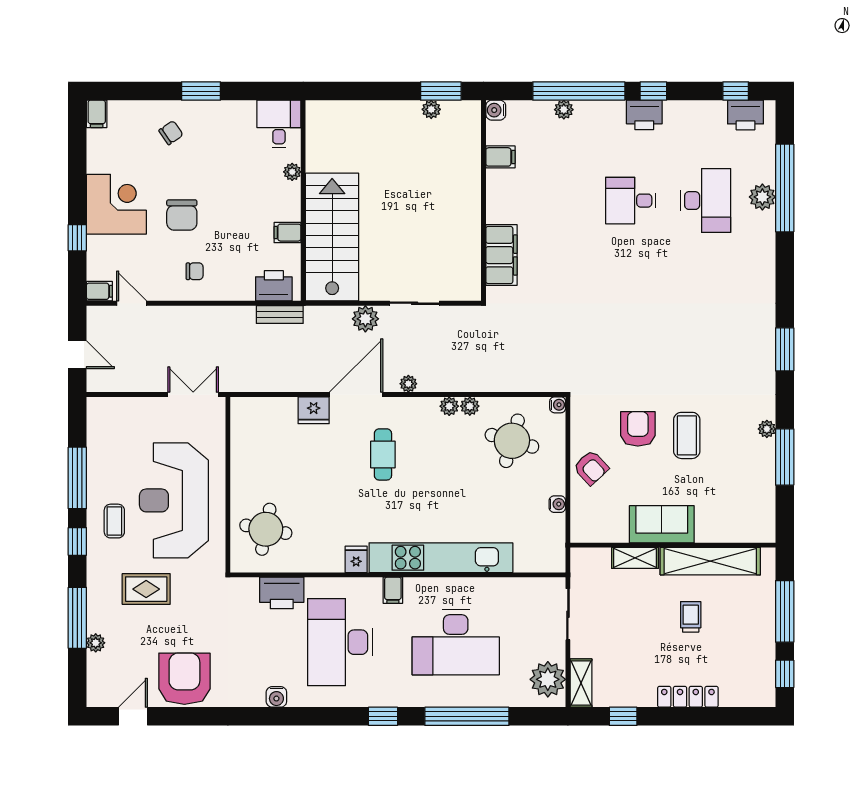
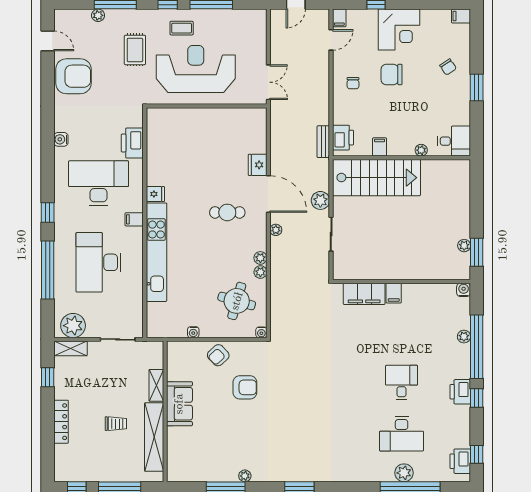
filing cabinet: (500, 157) -> (394, 293), moved
coffee table: (687, 435) -> (240, 421), removed
round table: (266, 529) -> (176, 132), removed

